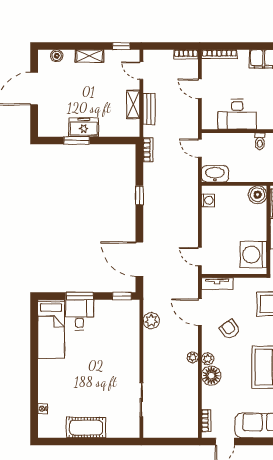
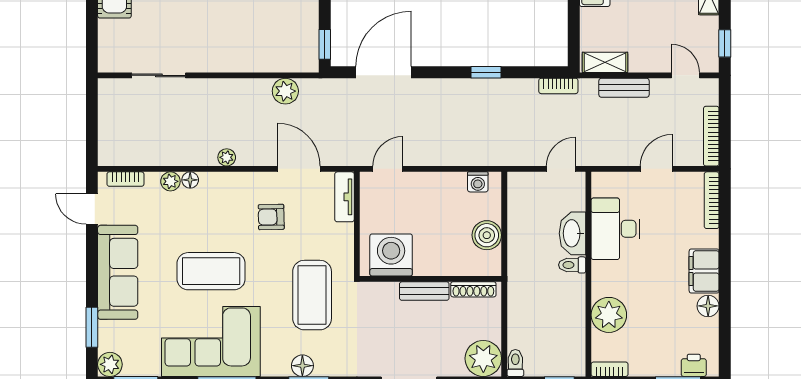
bookcase: (186, 54) -> (711, 136), width x1.56
door: (141, 71) -> (685, 75), hinge flipped
shelving: (133, 104) -> (605, 62), moved
washbasin: (215, 174) -> (572, 233), moved, turned 180
boiler: (258, 195) -> (487, 235), moved
door: (200, 312) -> (299, 169), hinge flipped
armchair: (230, 329) -> (271, 217), turned -144
plant: (208, 359) -> (170, 181), moved
floor lamp: (211, 376) -> (190, 180), width x0.53, depth x0.53

